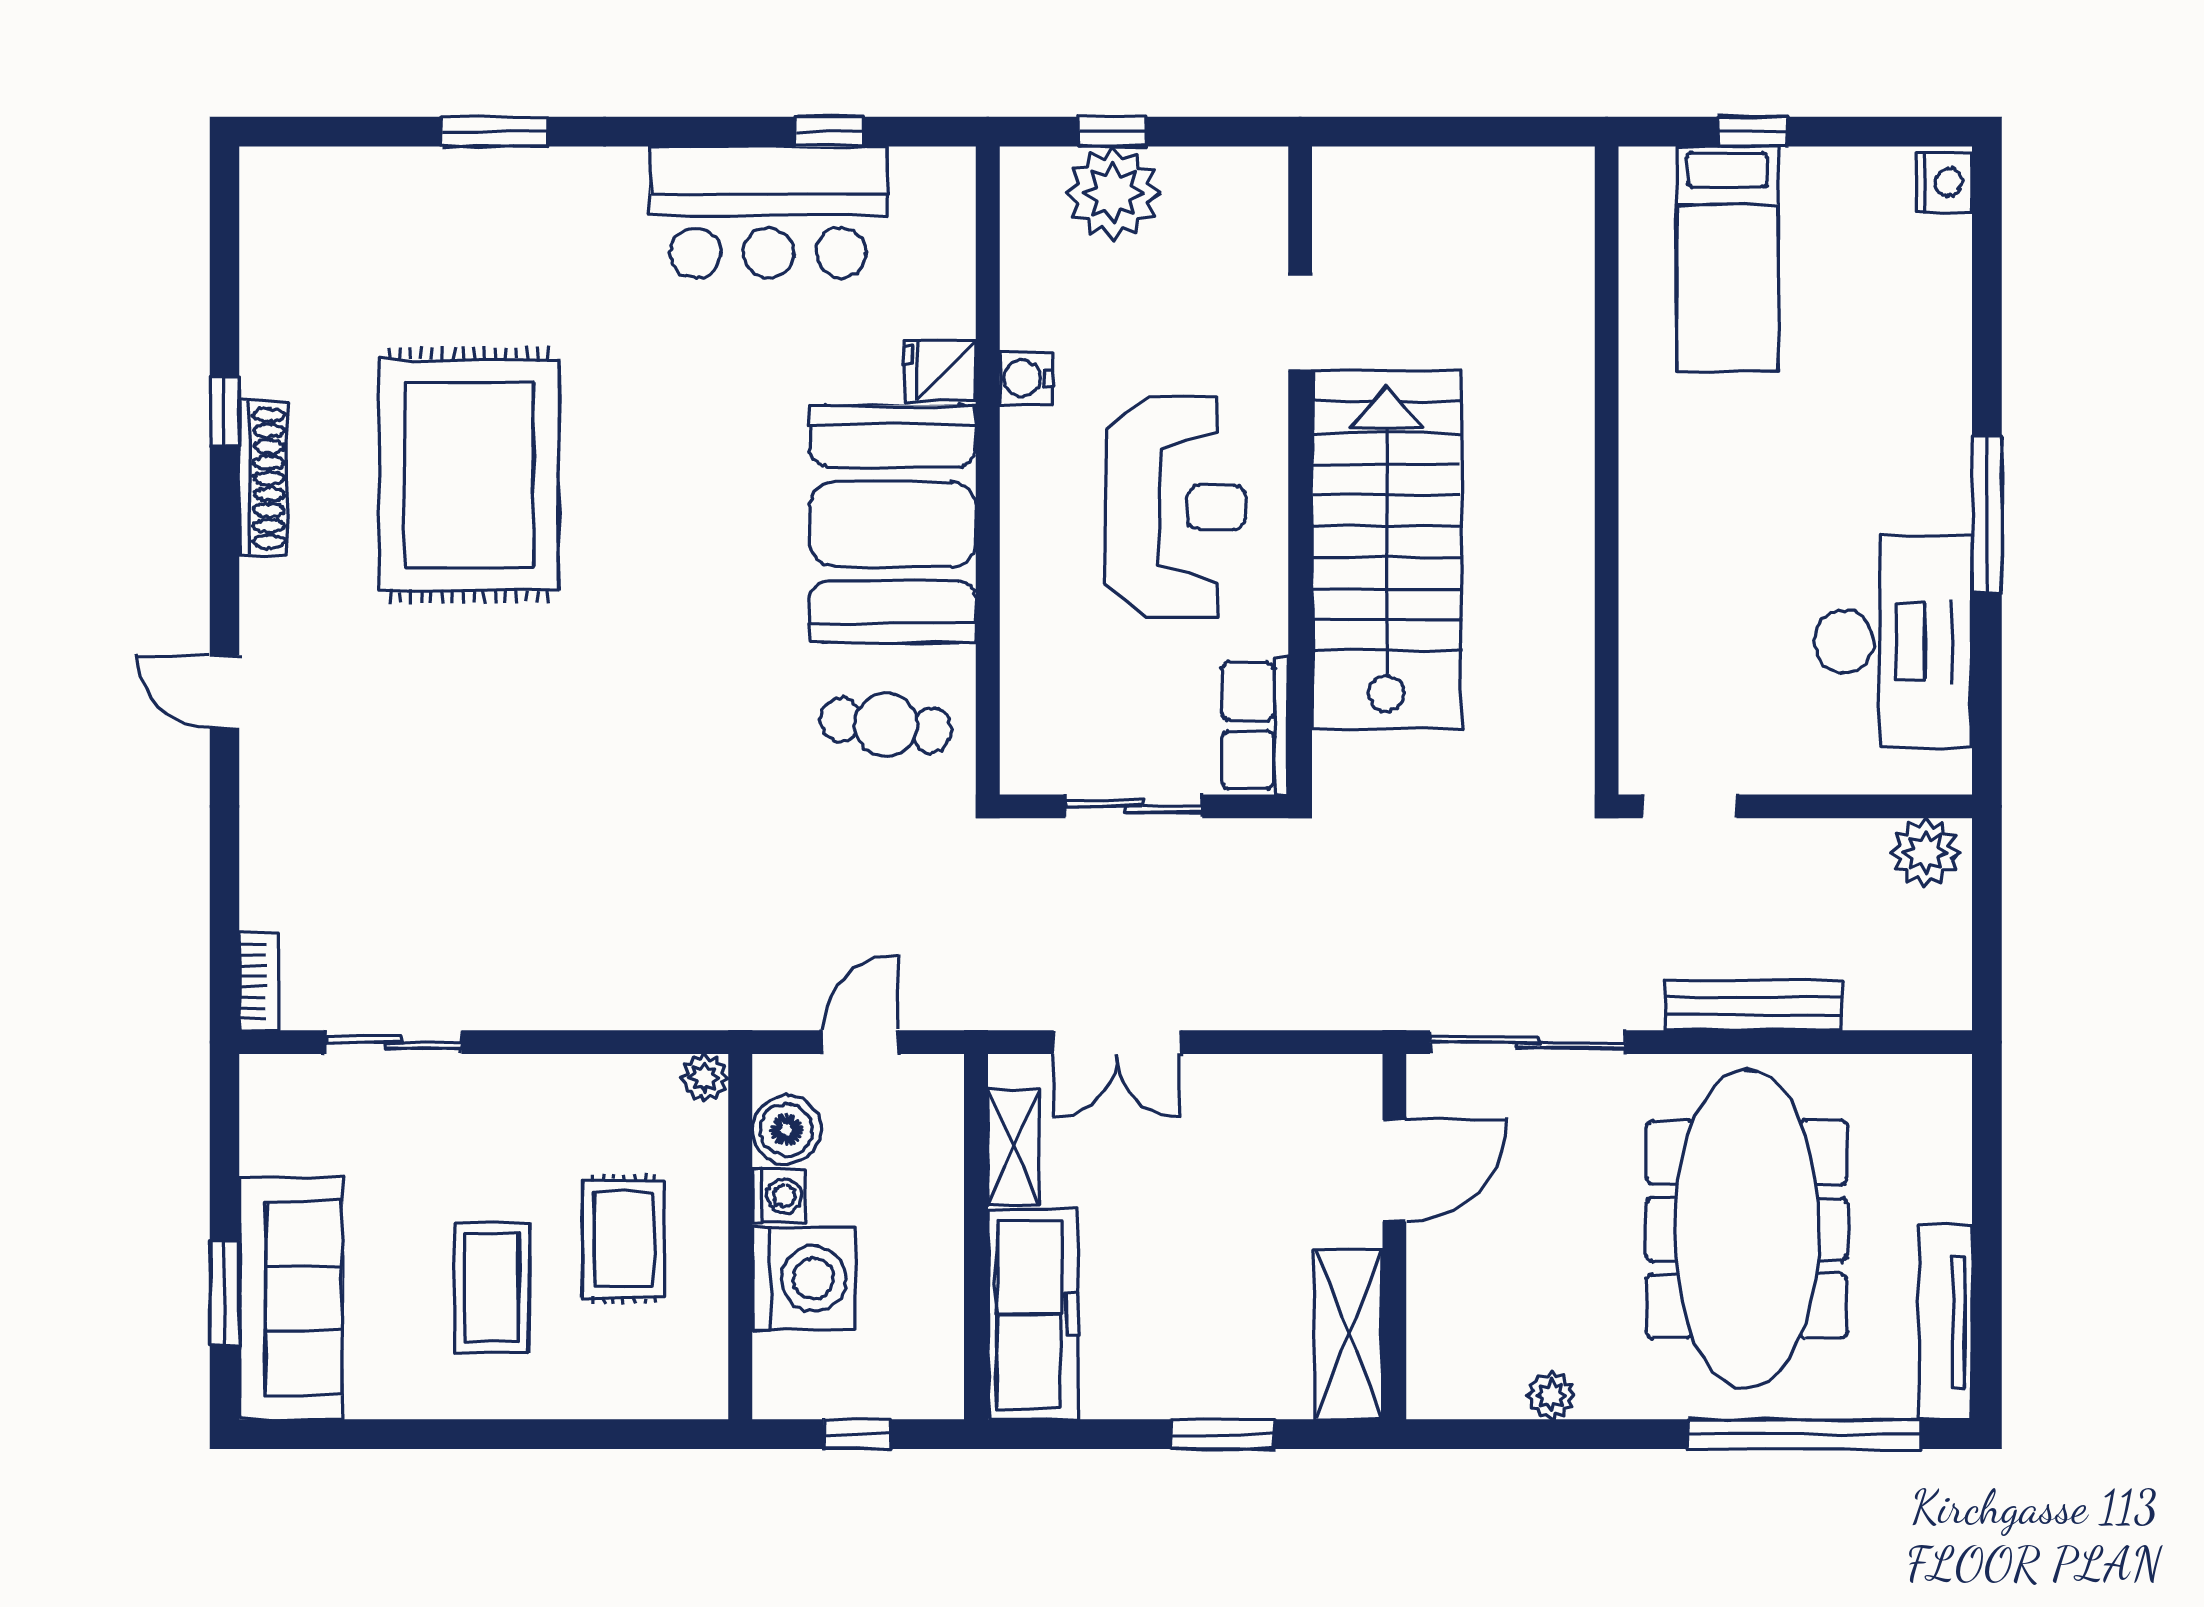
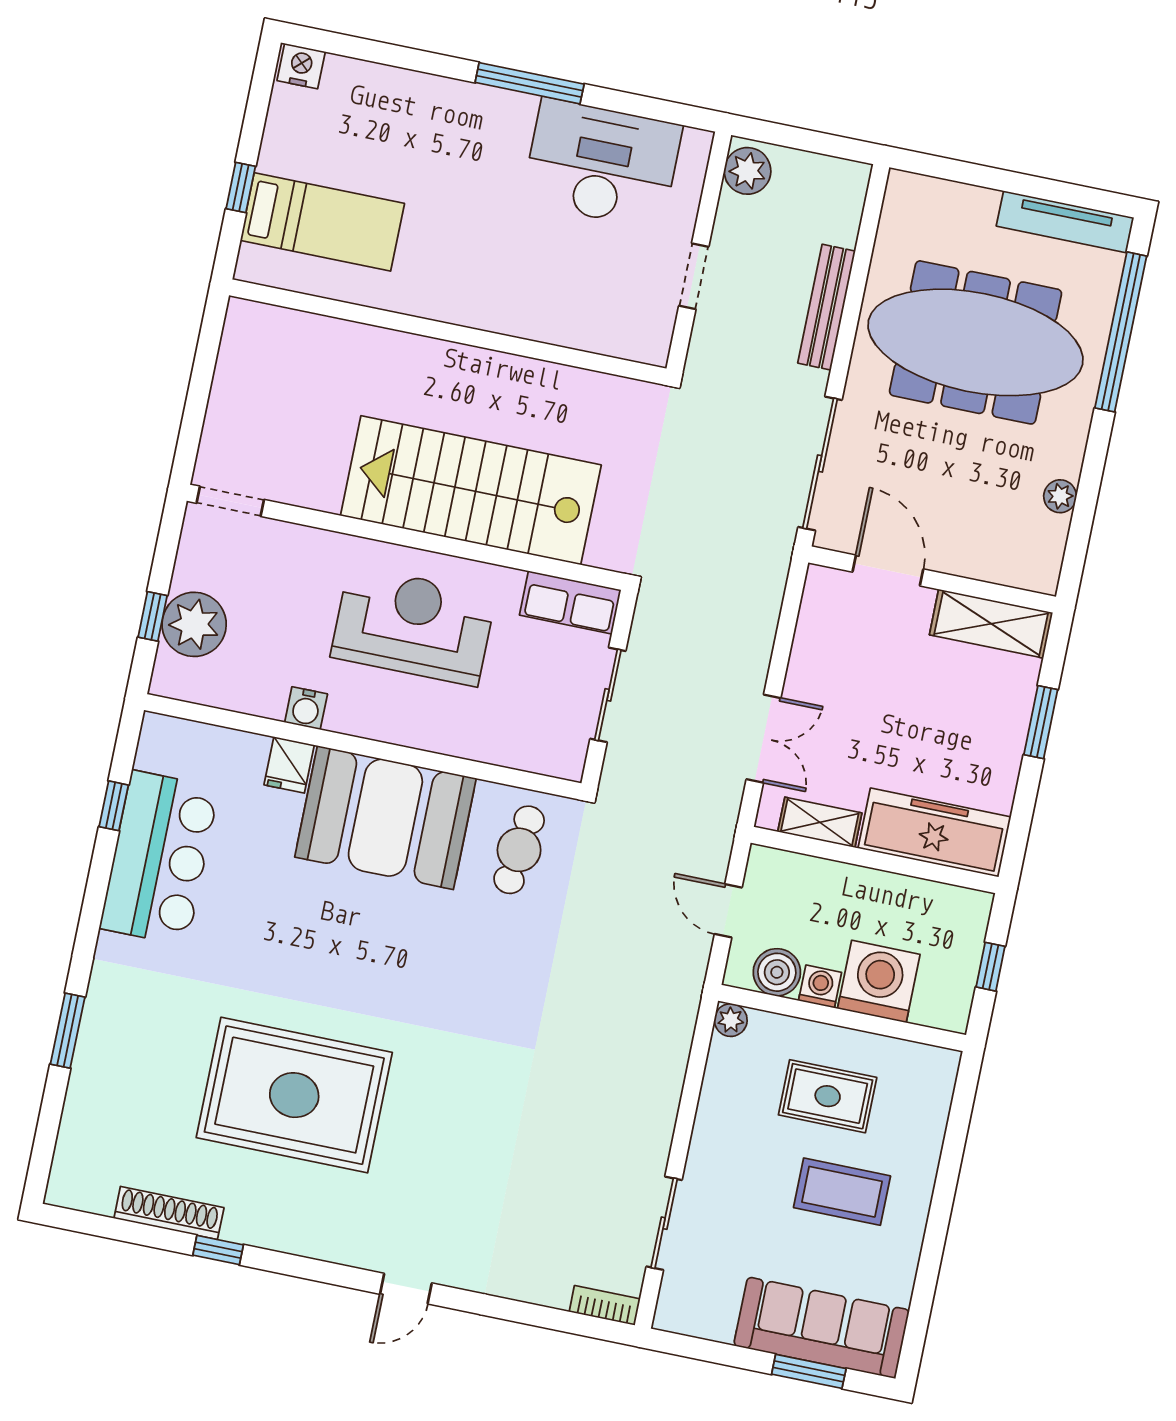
doorway: (1300, 322) -> (230, 501), moved
shoe rack: (263, 478) -> (169, 1213), moved
doorway: (1690, 806) -> (694, 276), moved

